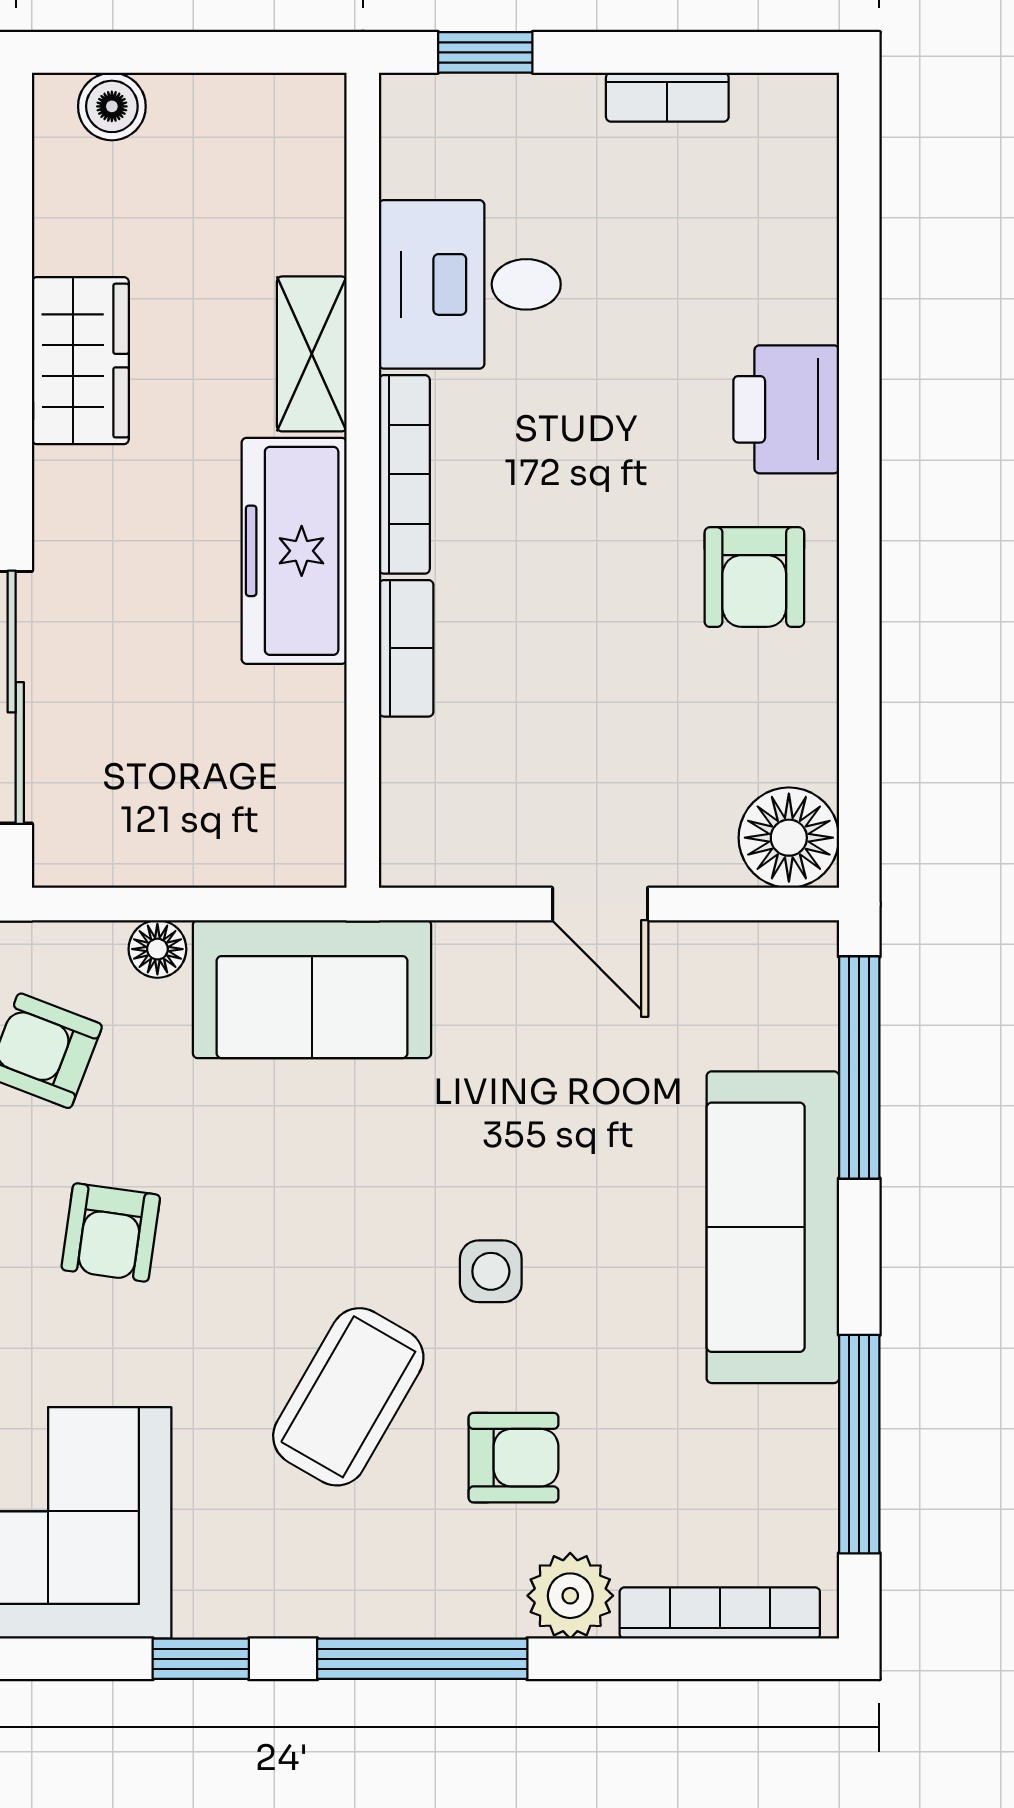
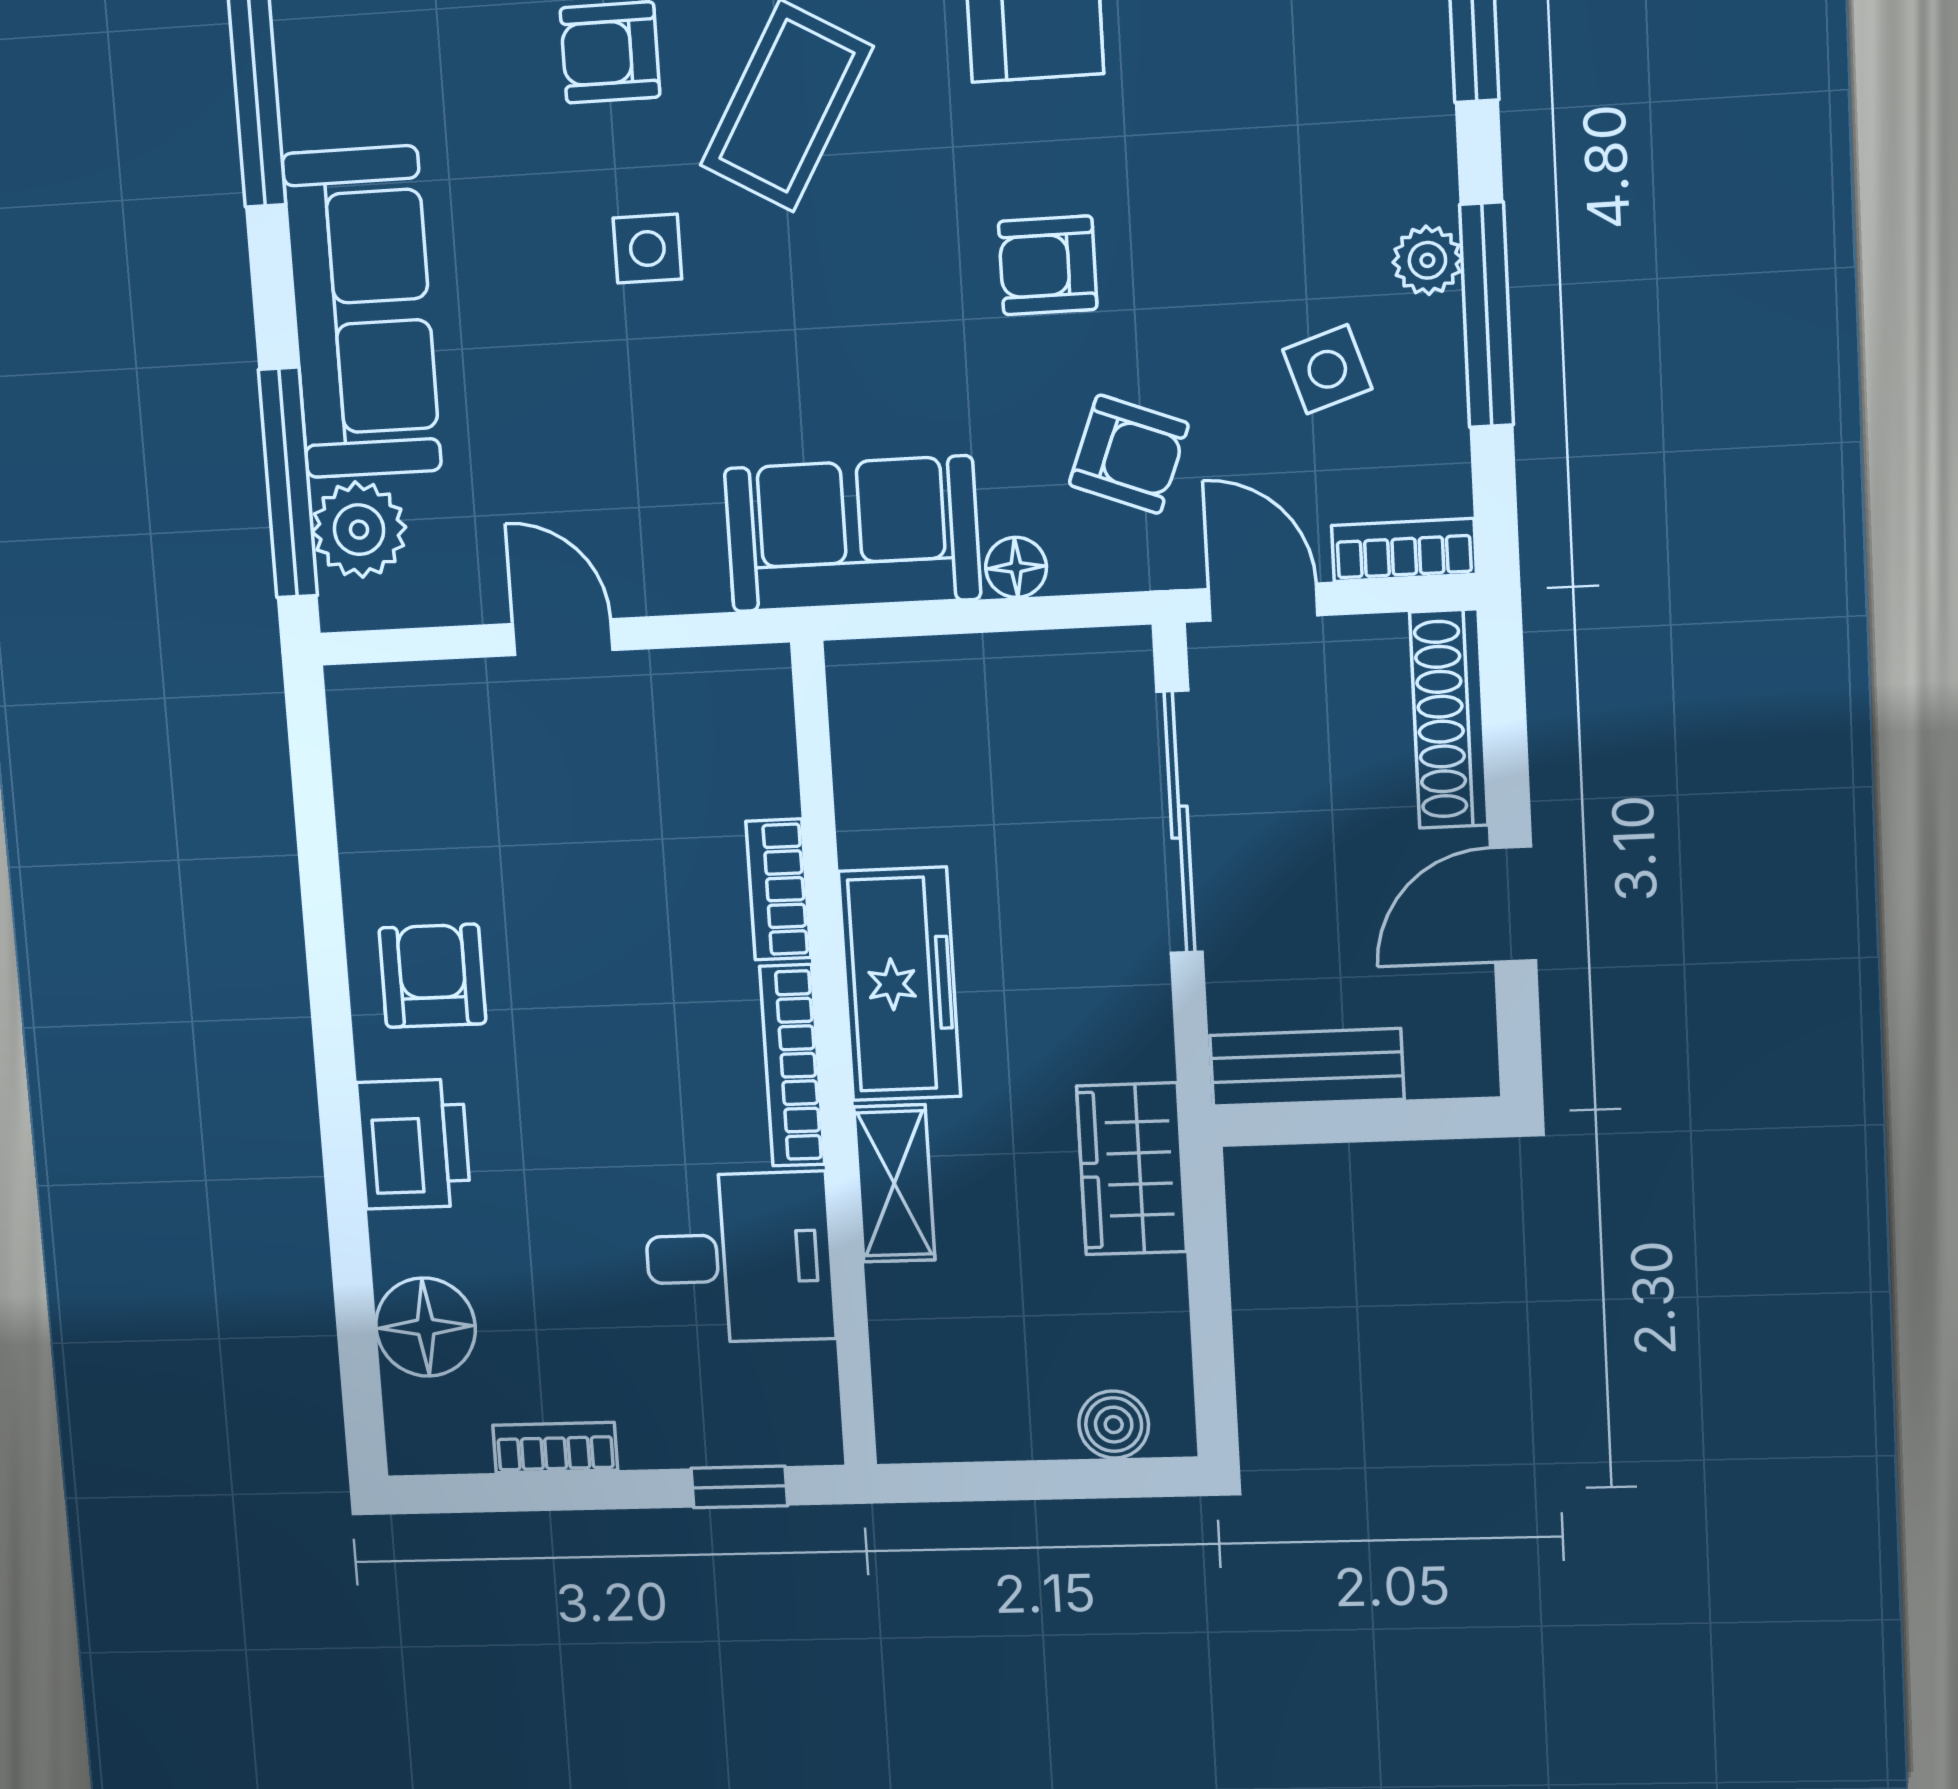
floor lamp: (789, 838) -> (426, 1327), moved
plant: (793, 1018) -> (359, 530), added
armchair: (111, 1232) -> (1048, 265), turned -98

